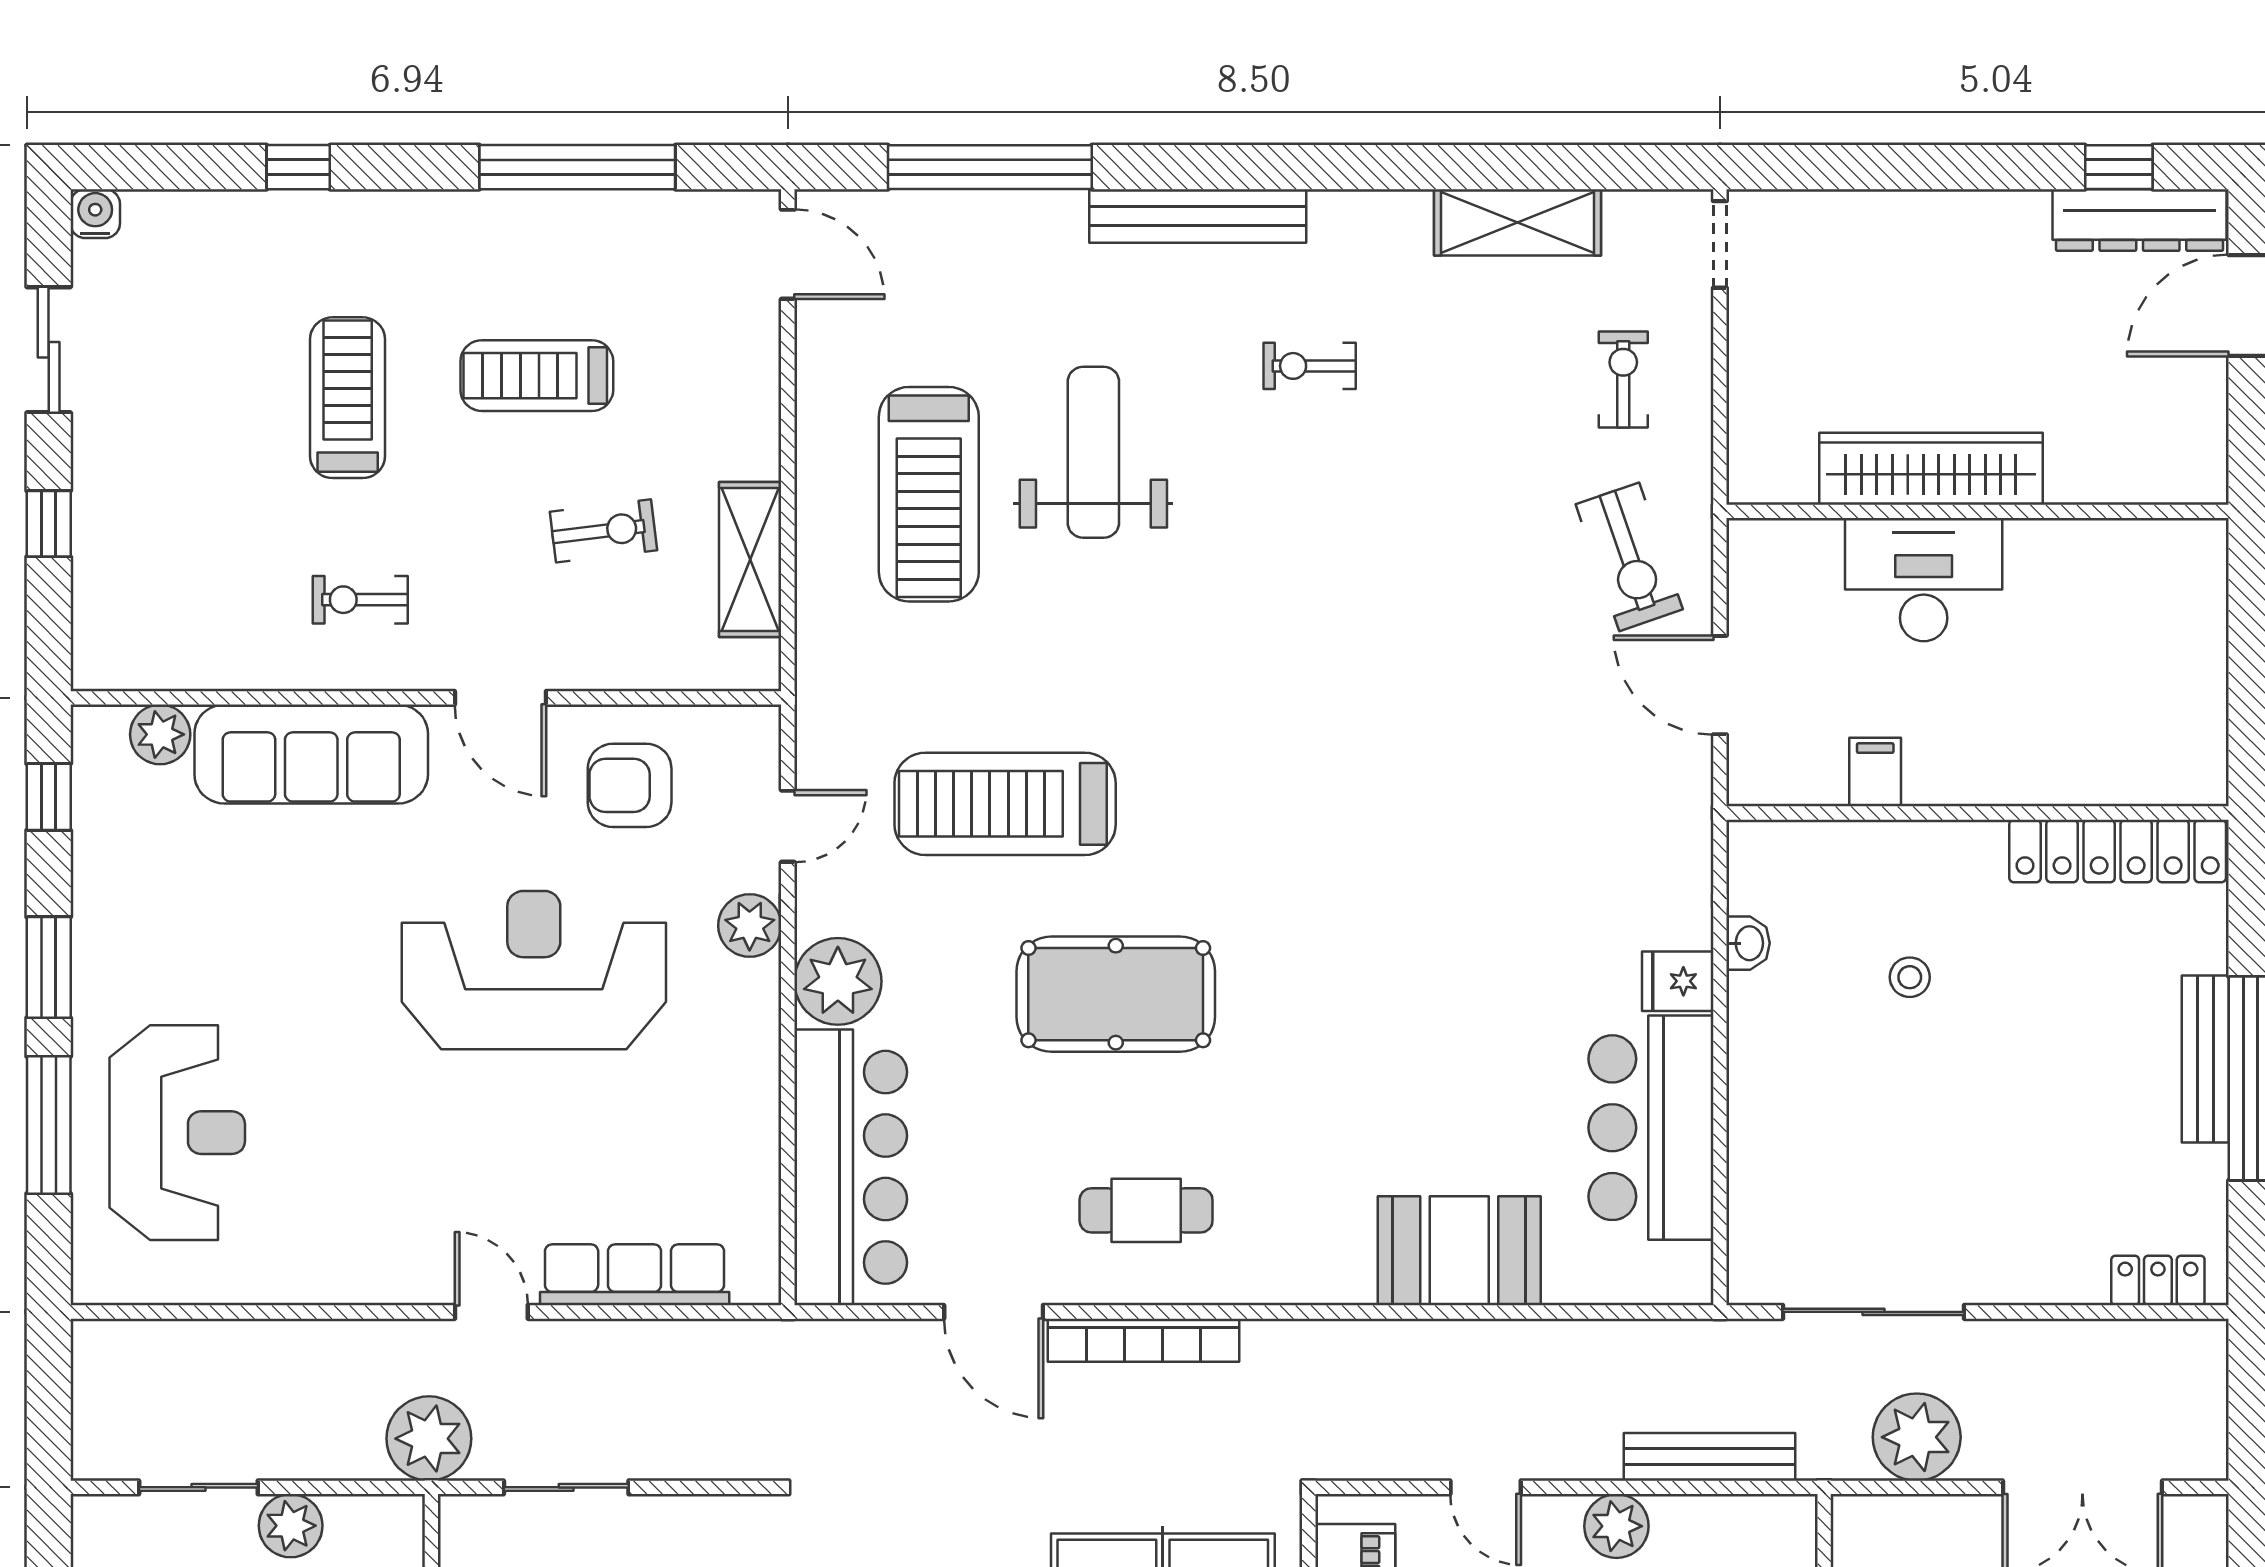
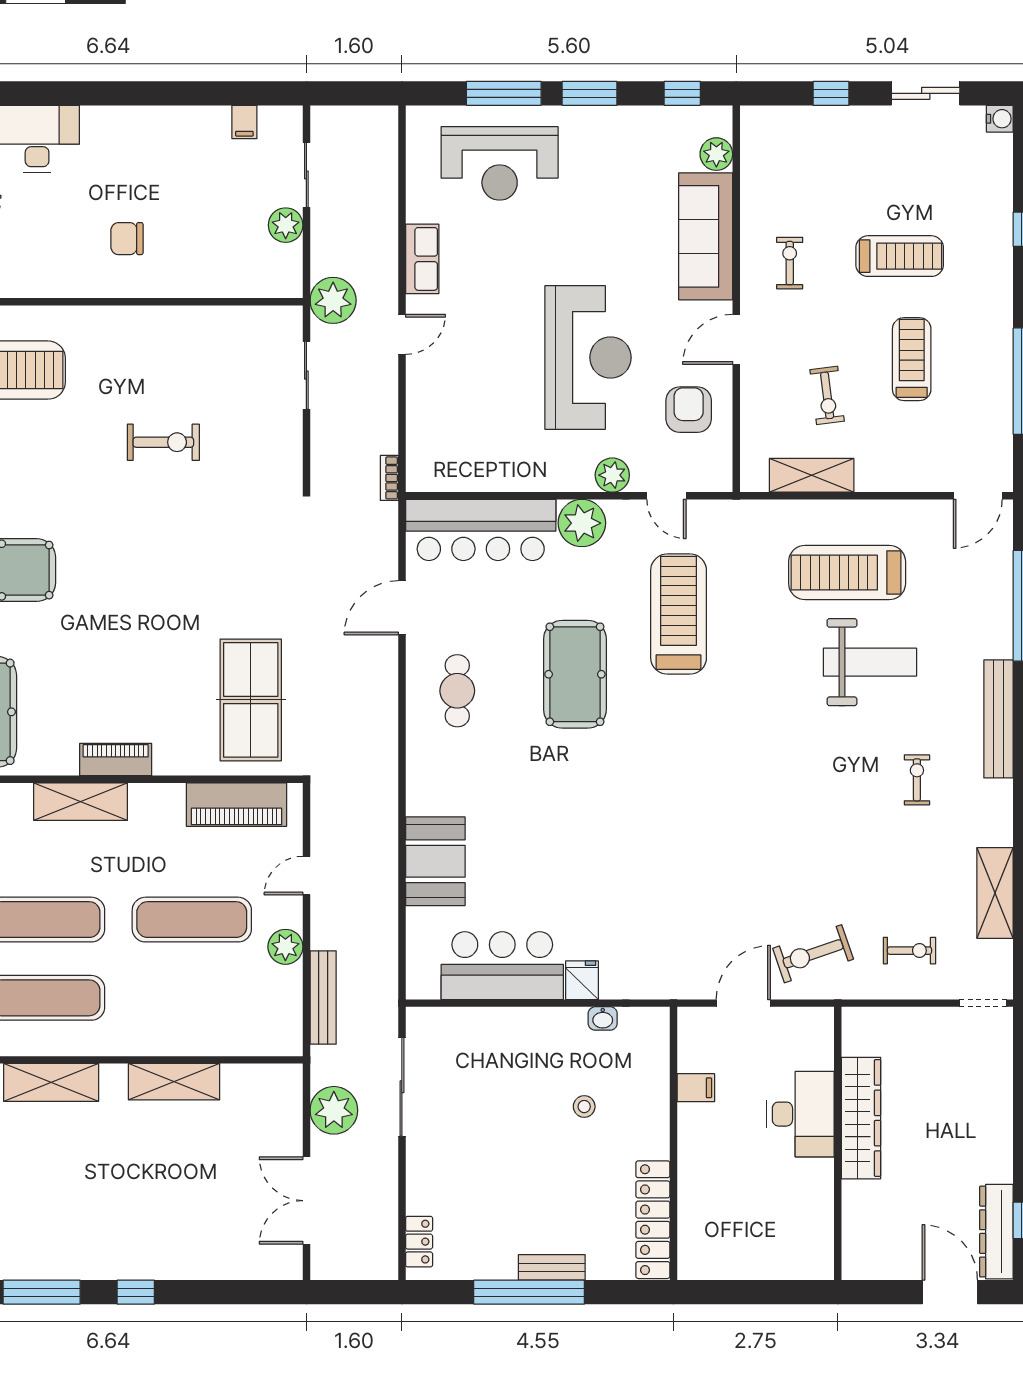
bench: (2205, 1059) -> (552, 1267), width x0.73
row of seats: (635, 1275) -> (422, 259), moved, width x0.68
bookcase: (1144, 1340) -> (389, 478), moved, width x0.43, depth x0.76

